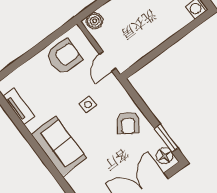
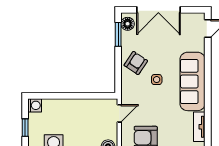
side table: (88, 104) -> (157, 80), moved
sofa: (59, 146) -> (192, 81), width x1.36

